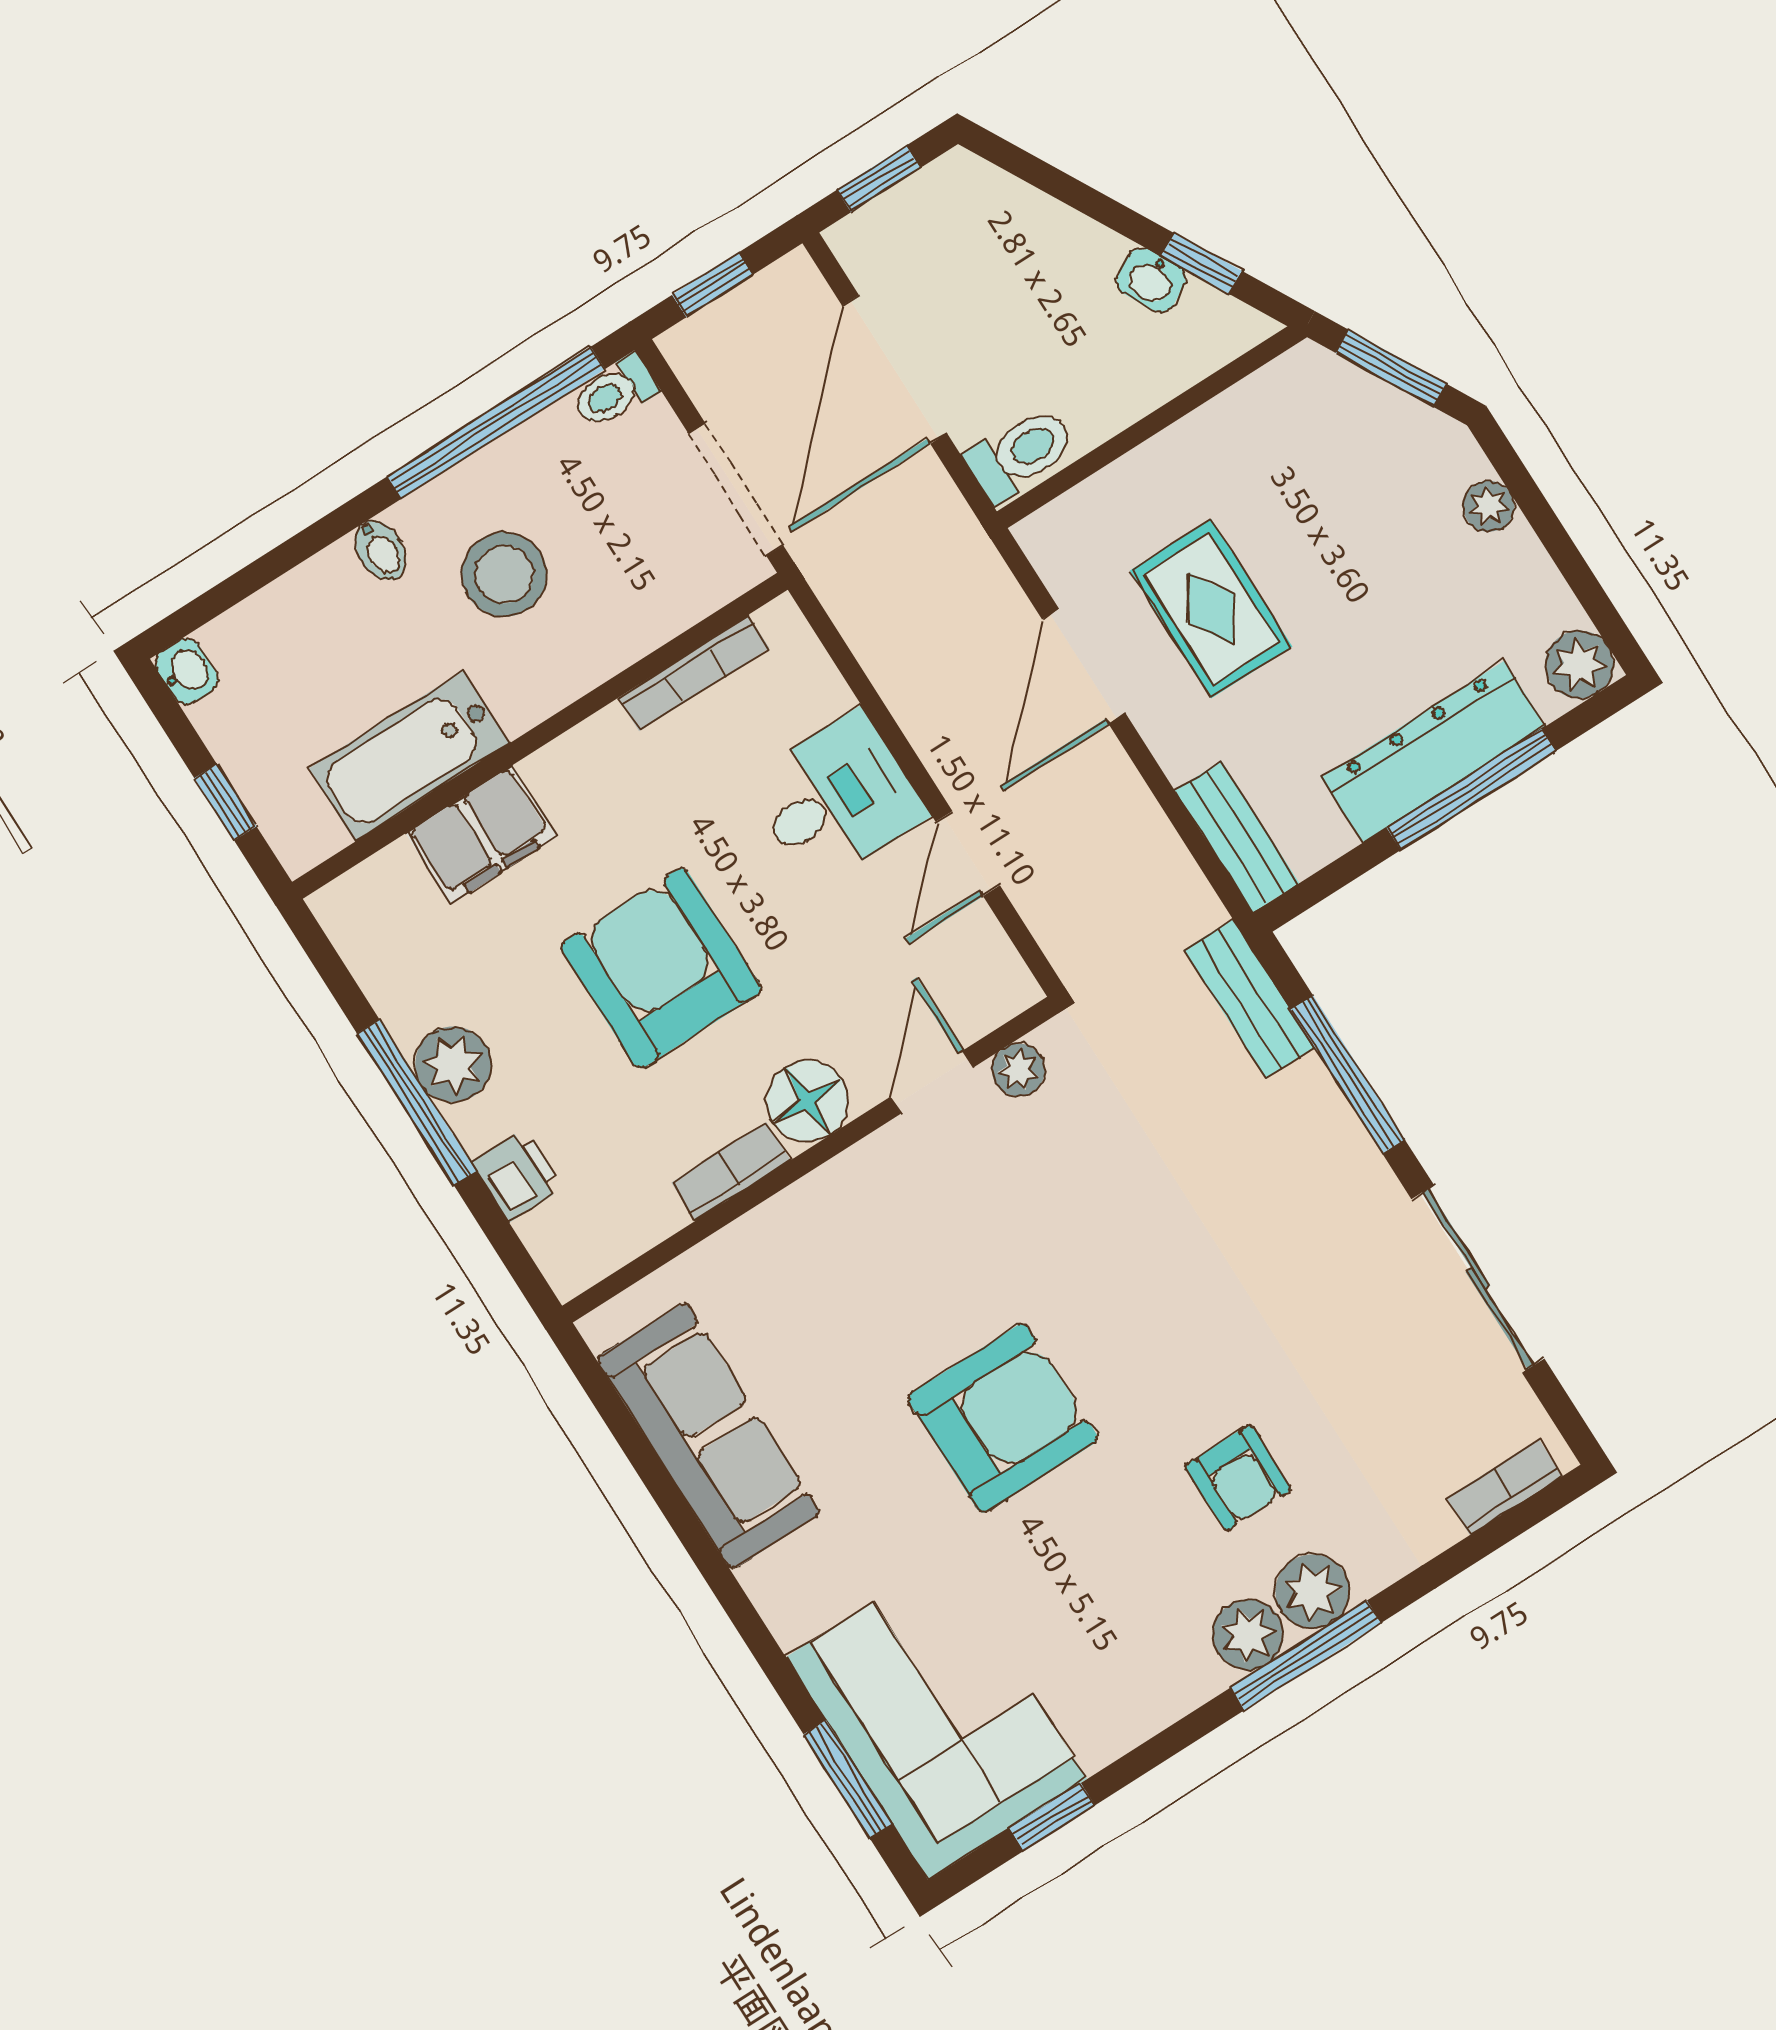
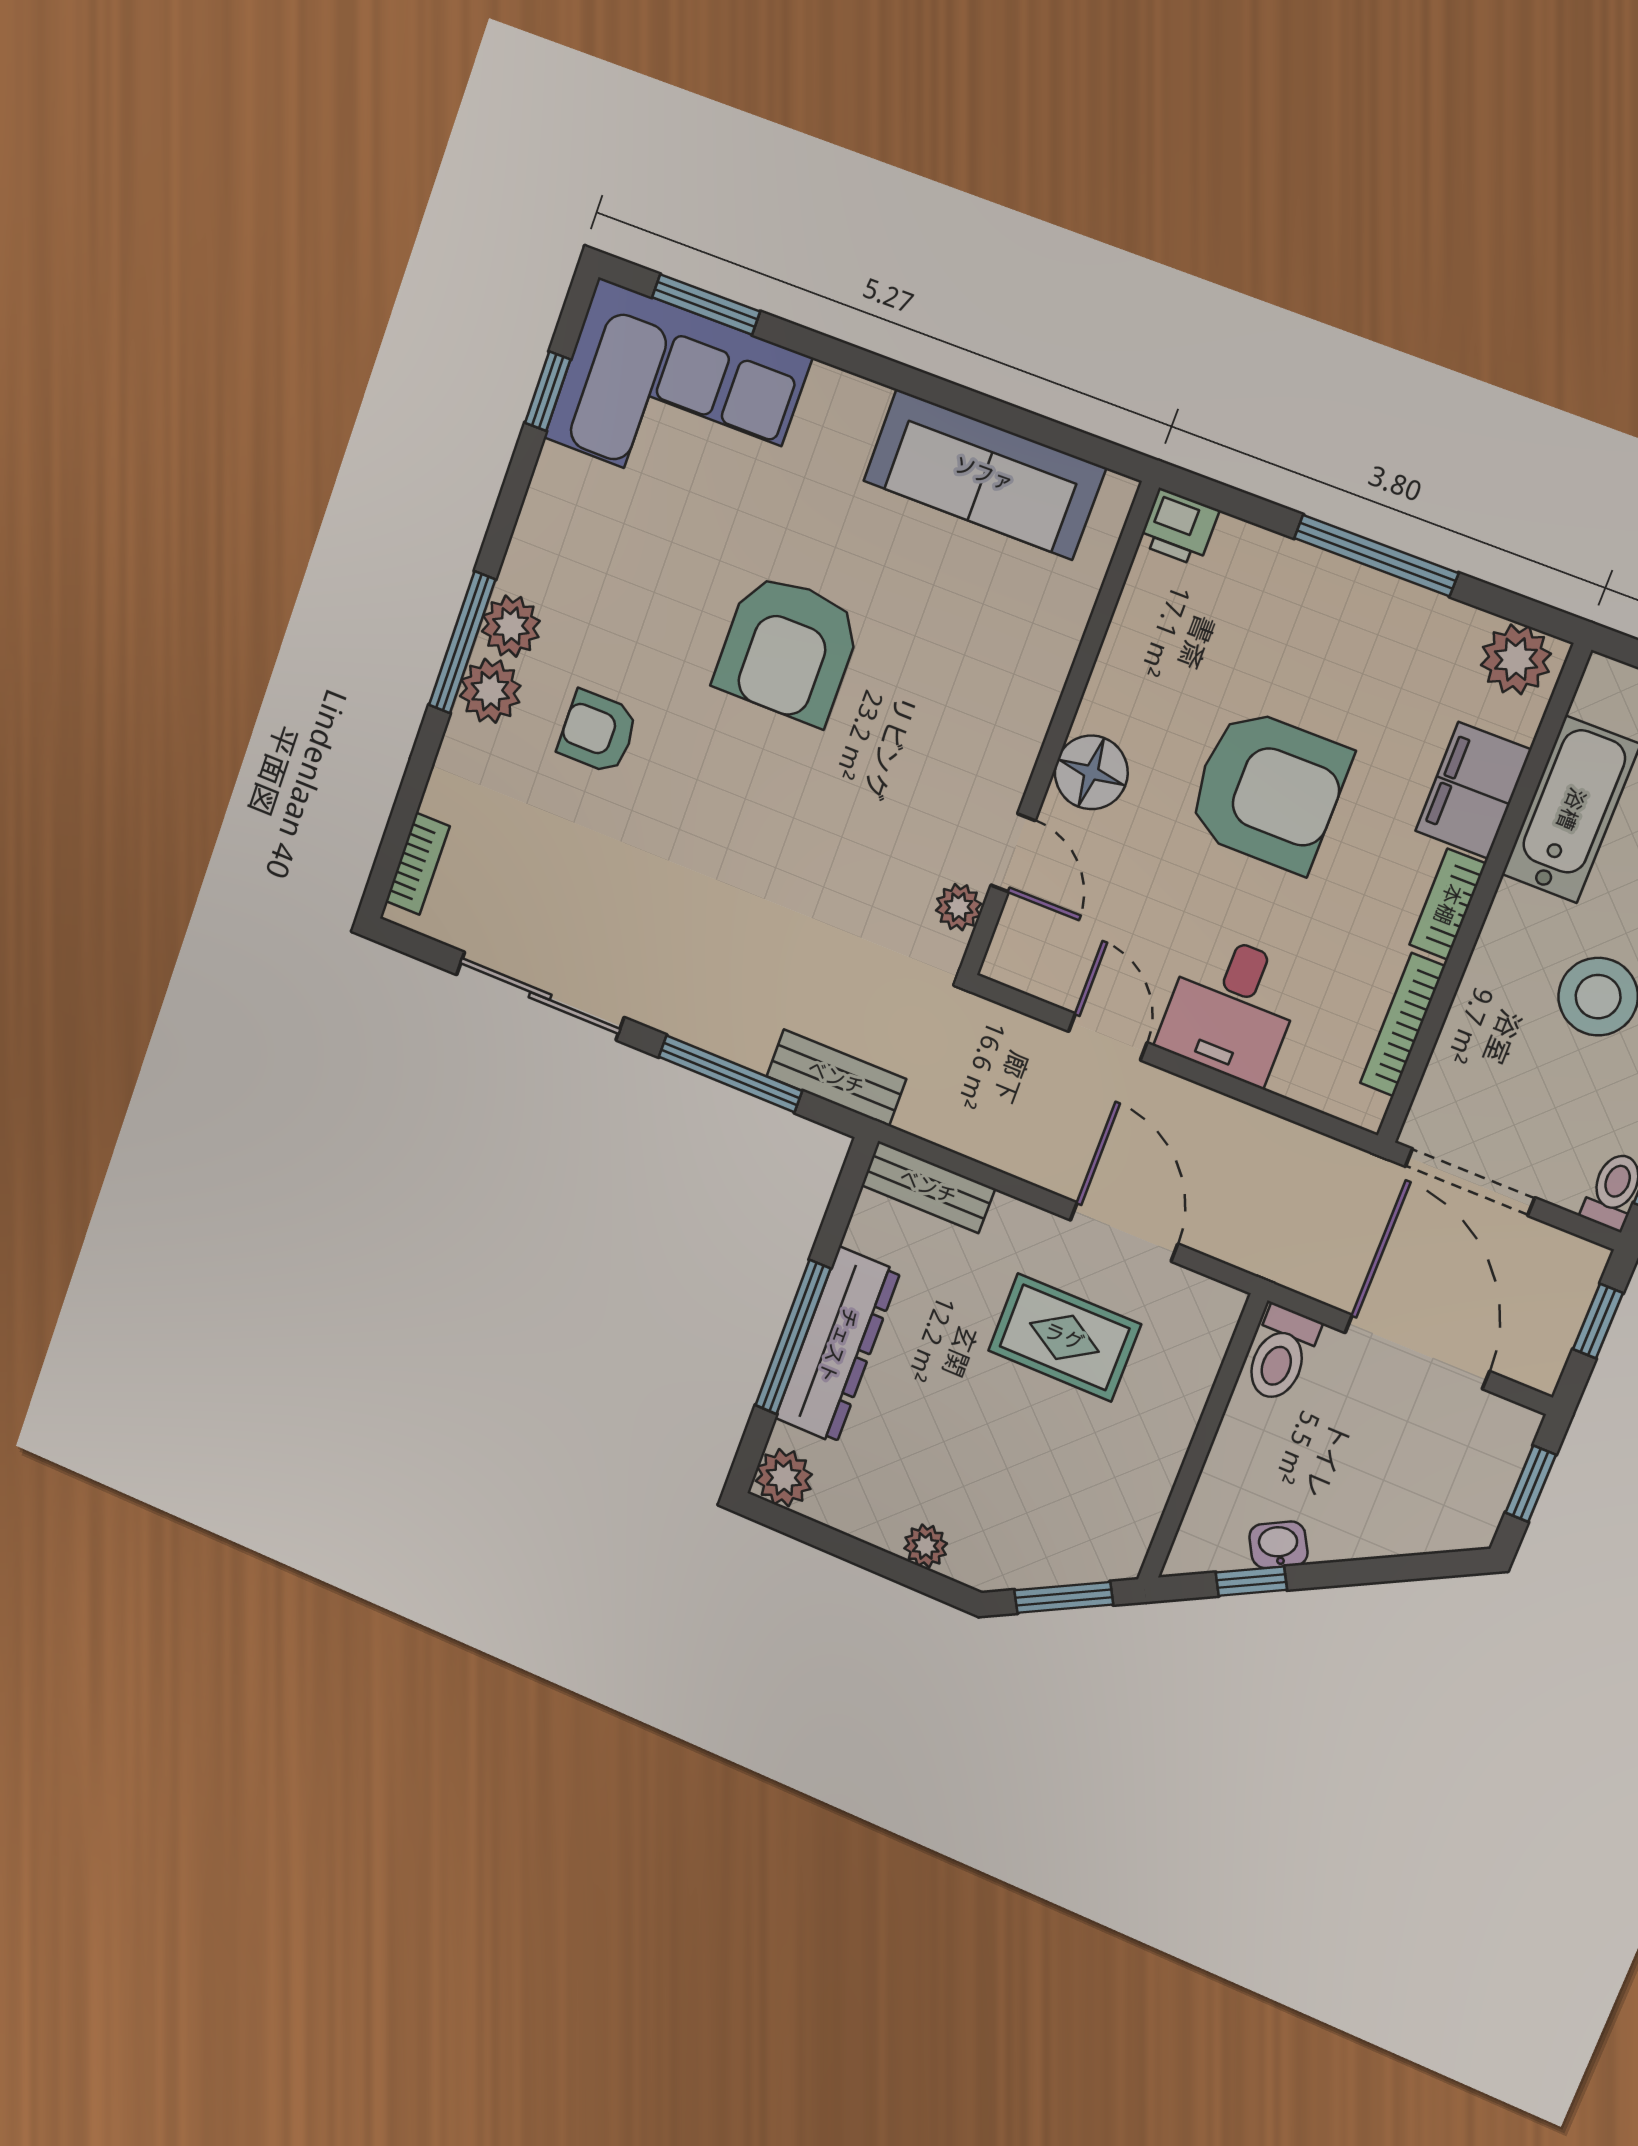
plant: (453, 1064) -> (1516, 659), moved
bookcase: (731, 1171) -> (1448, 904), moved, turned 180
printer: (517, 1175) -> (1179, 527), moved

